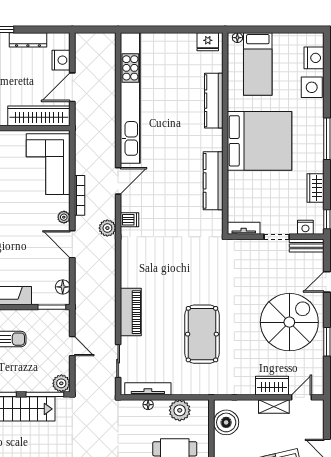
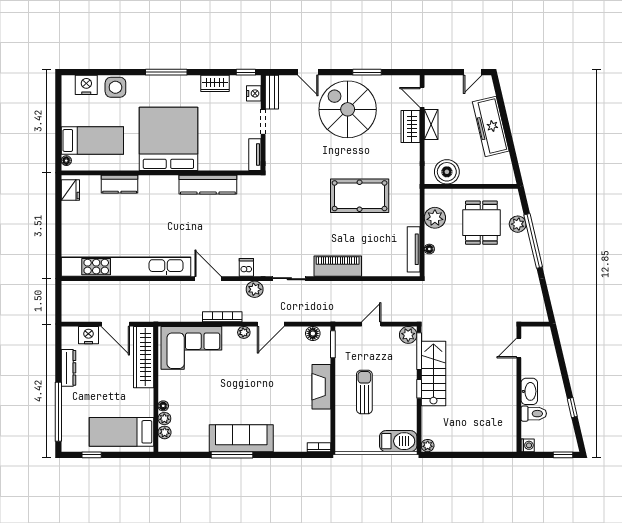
kitchen counter: (214, 101) -> (120, 184), width x0.67
sliding door: (118, 361) -> (289, 279), moved

